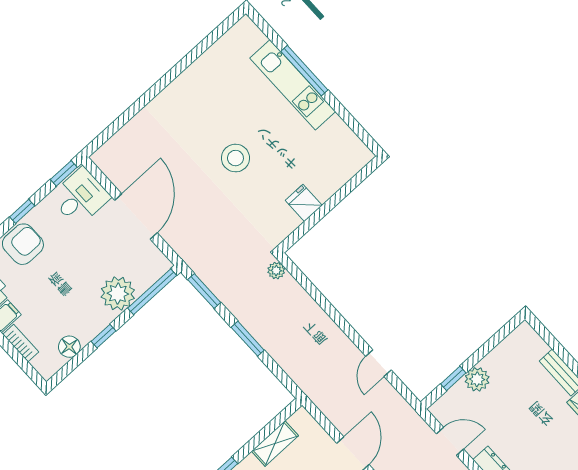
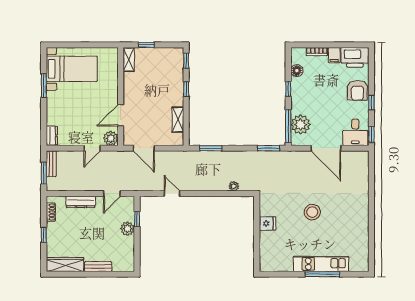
plant: (276, 271) -> (234, 186), moved
plant: (118, 294) -> (301, 125), moved
window: (248, 339) -> (211, 148), moved

